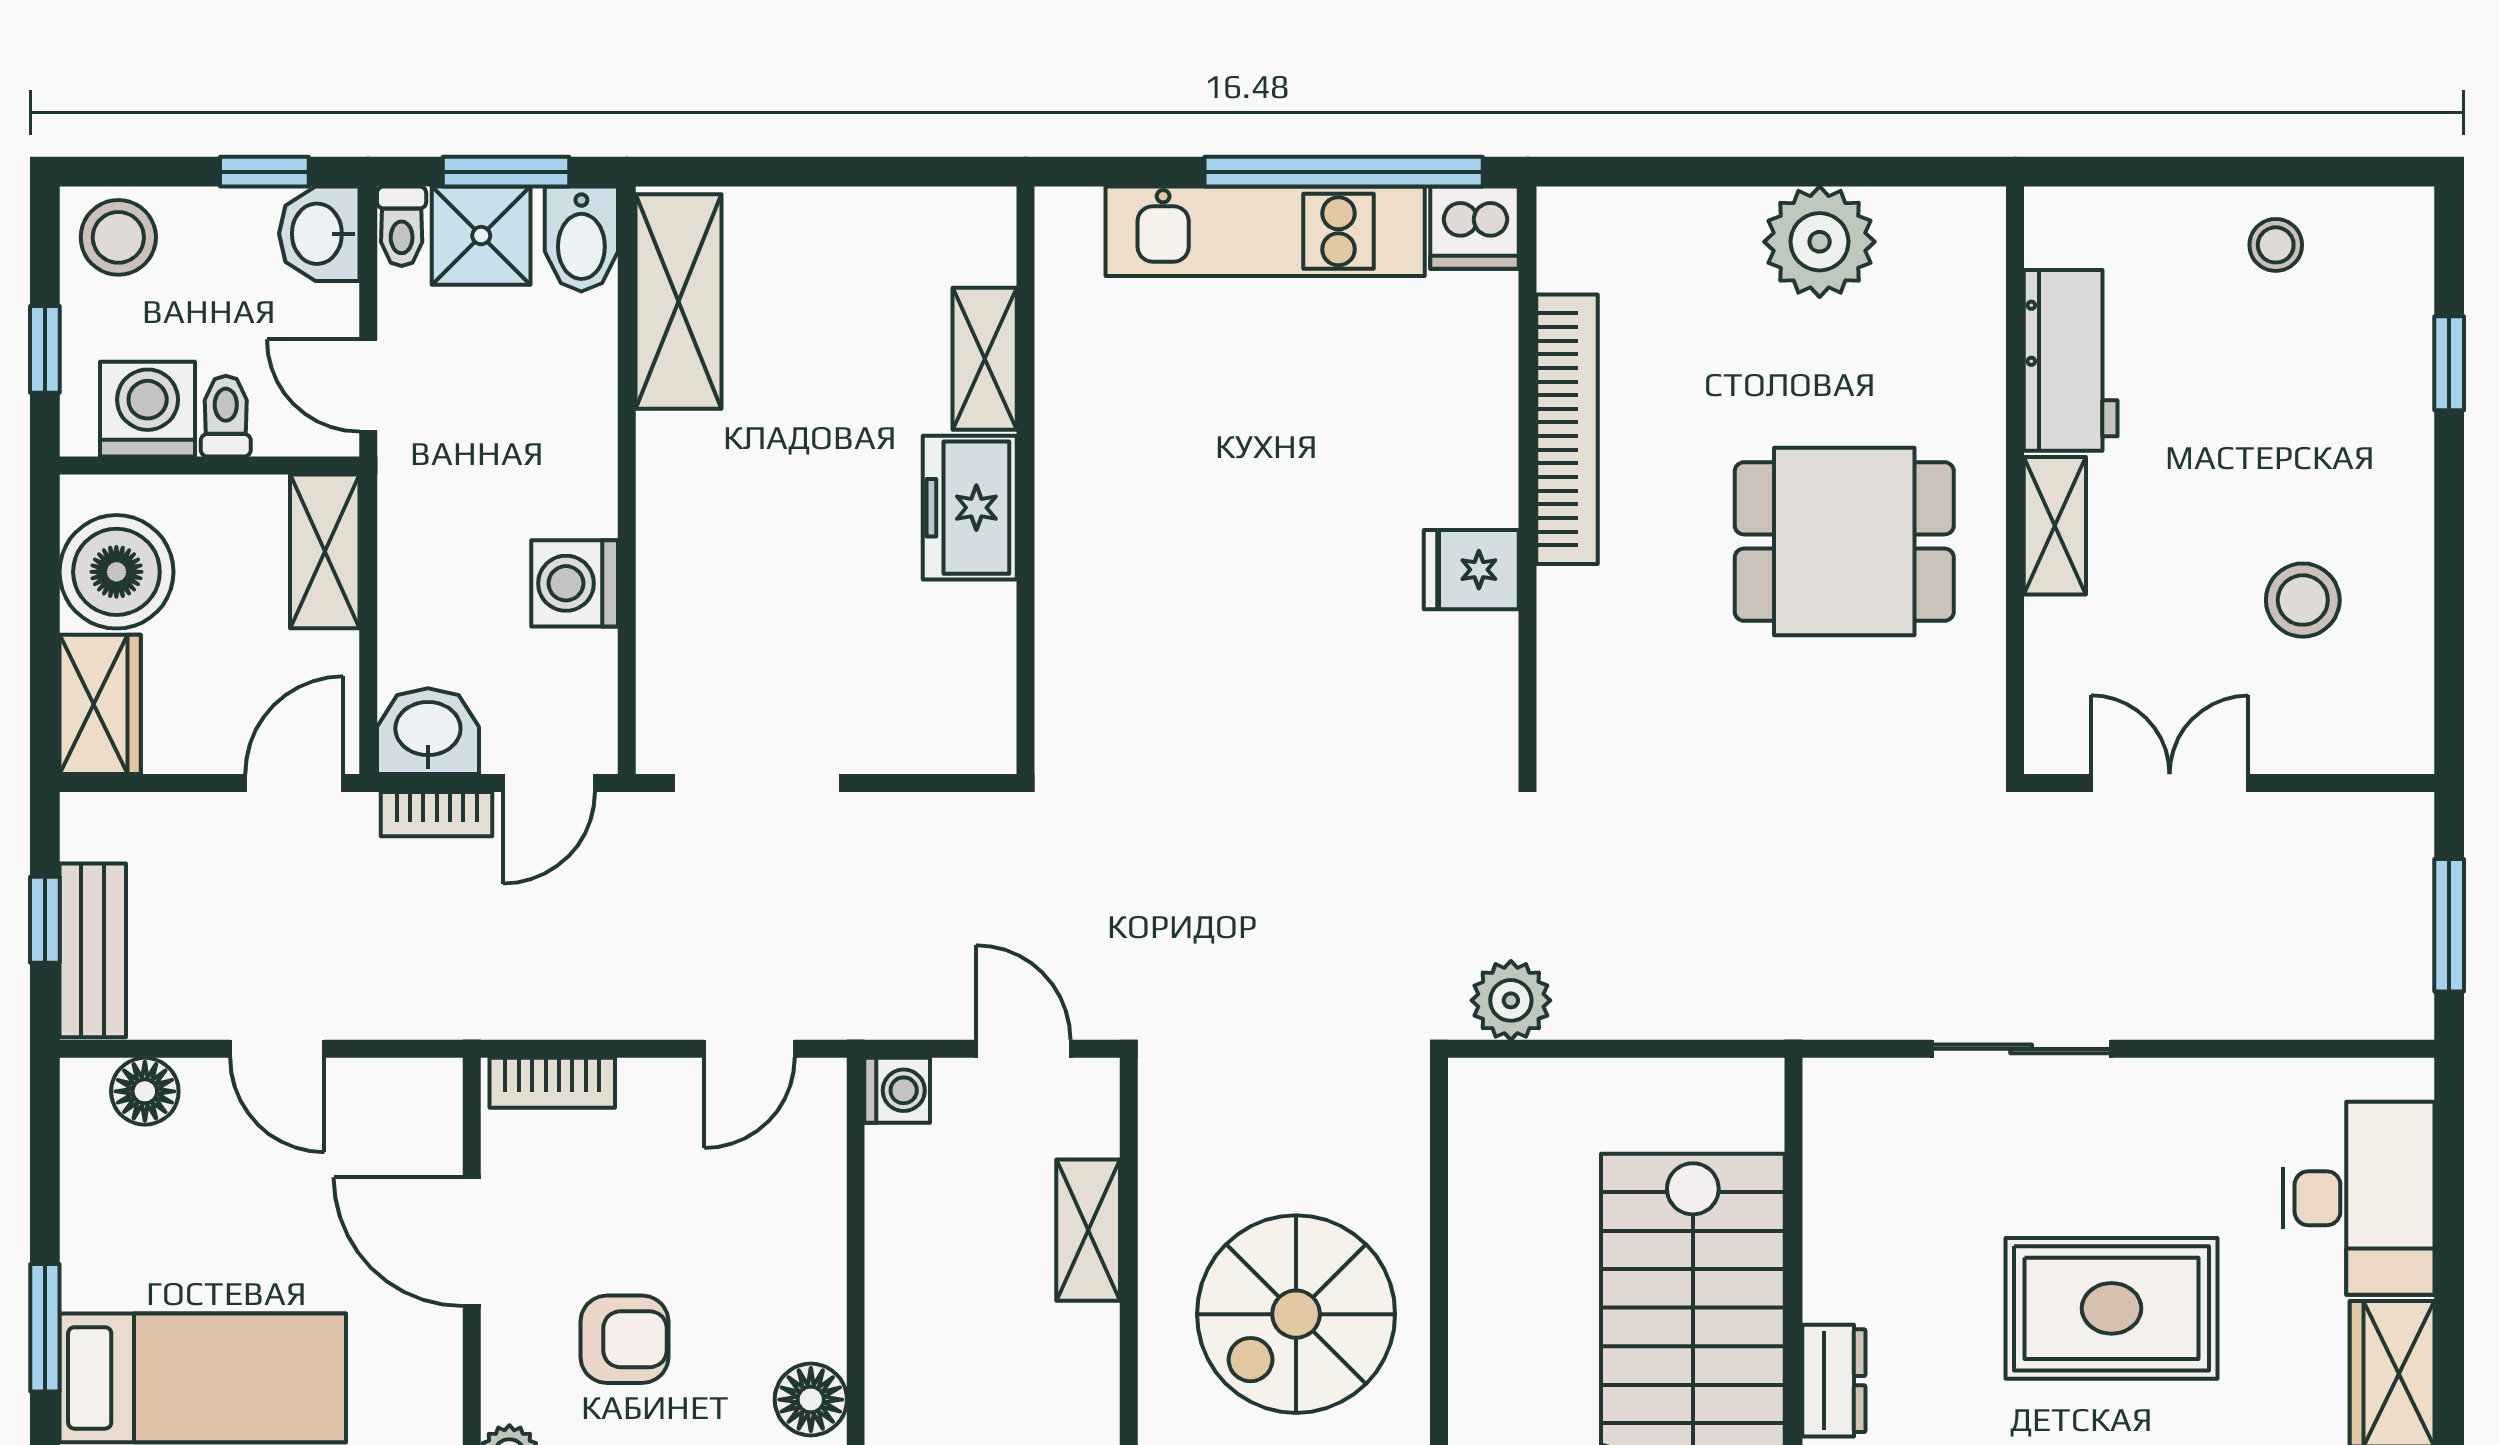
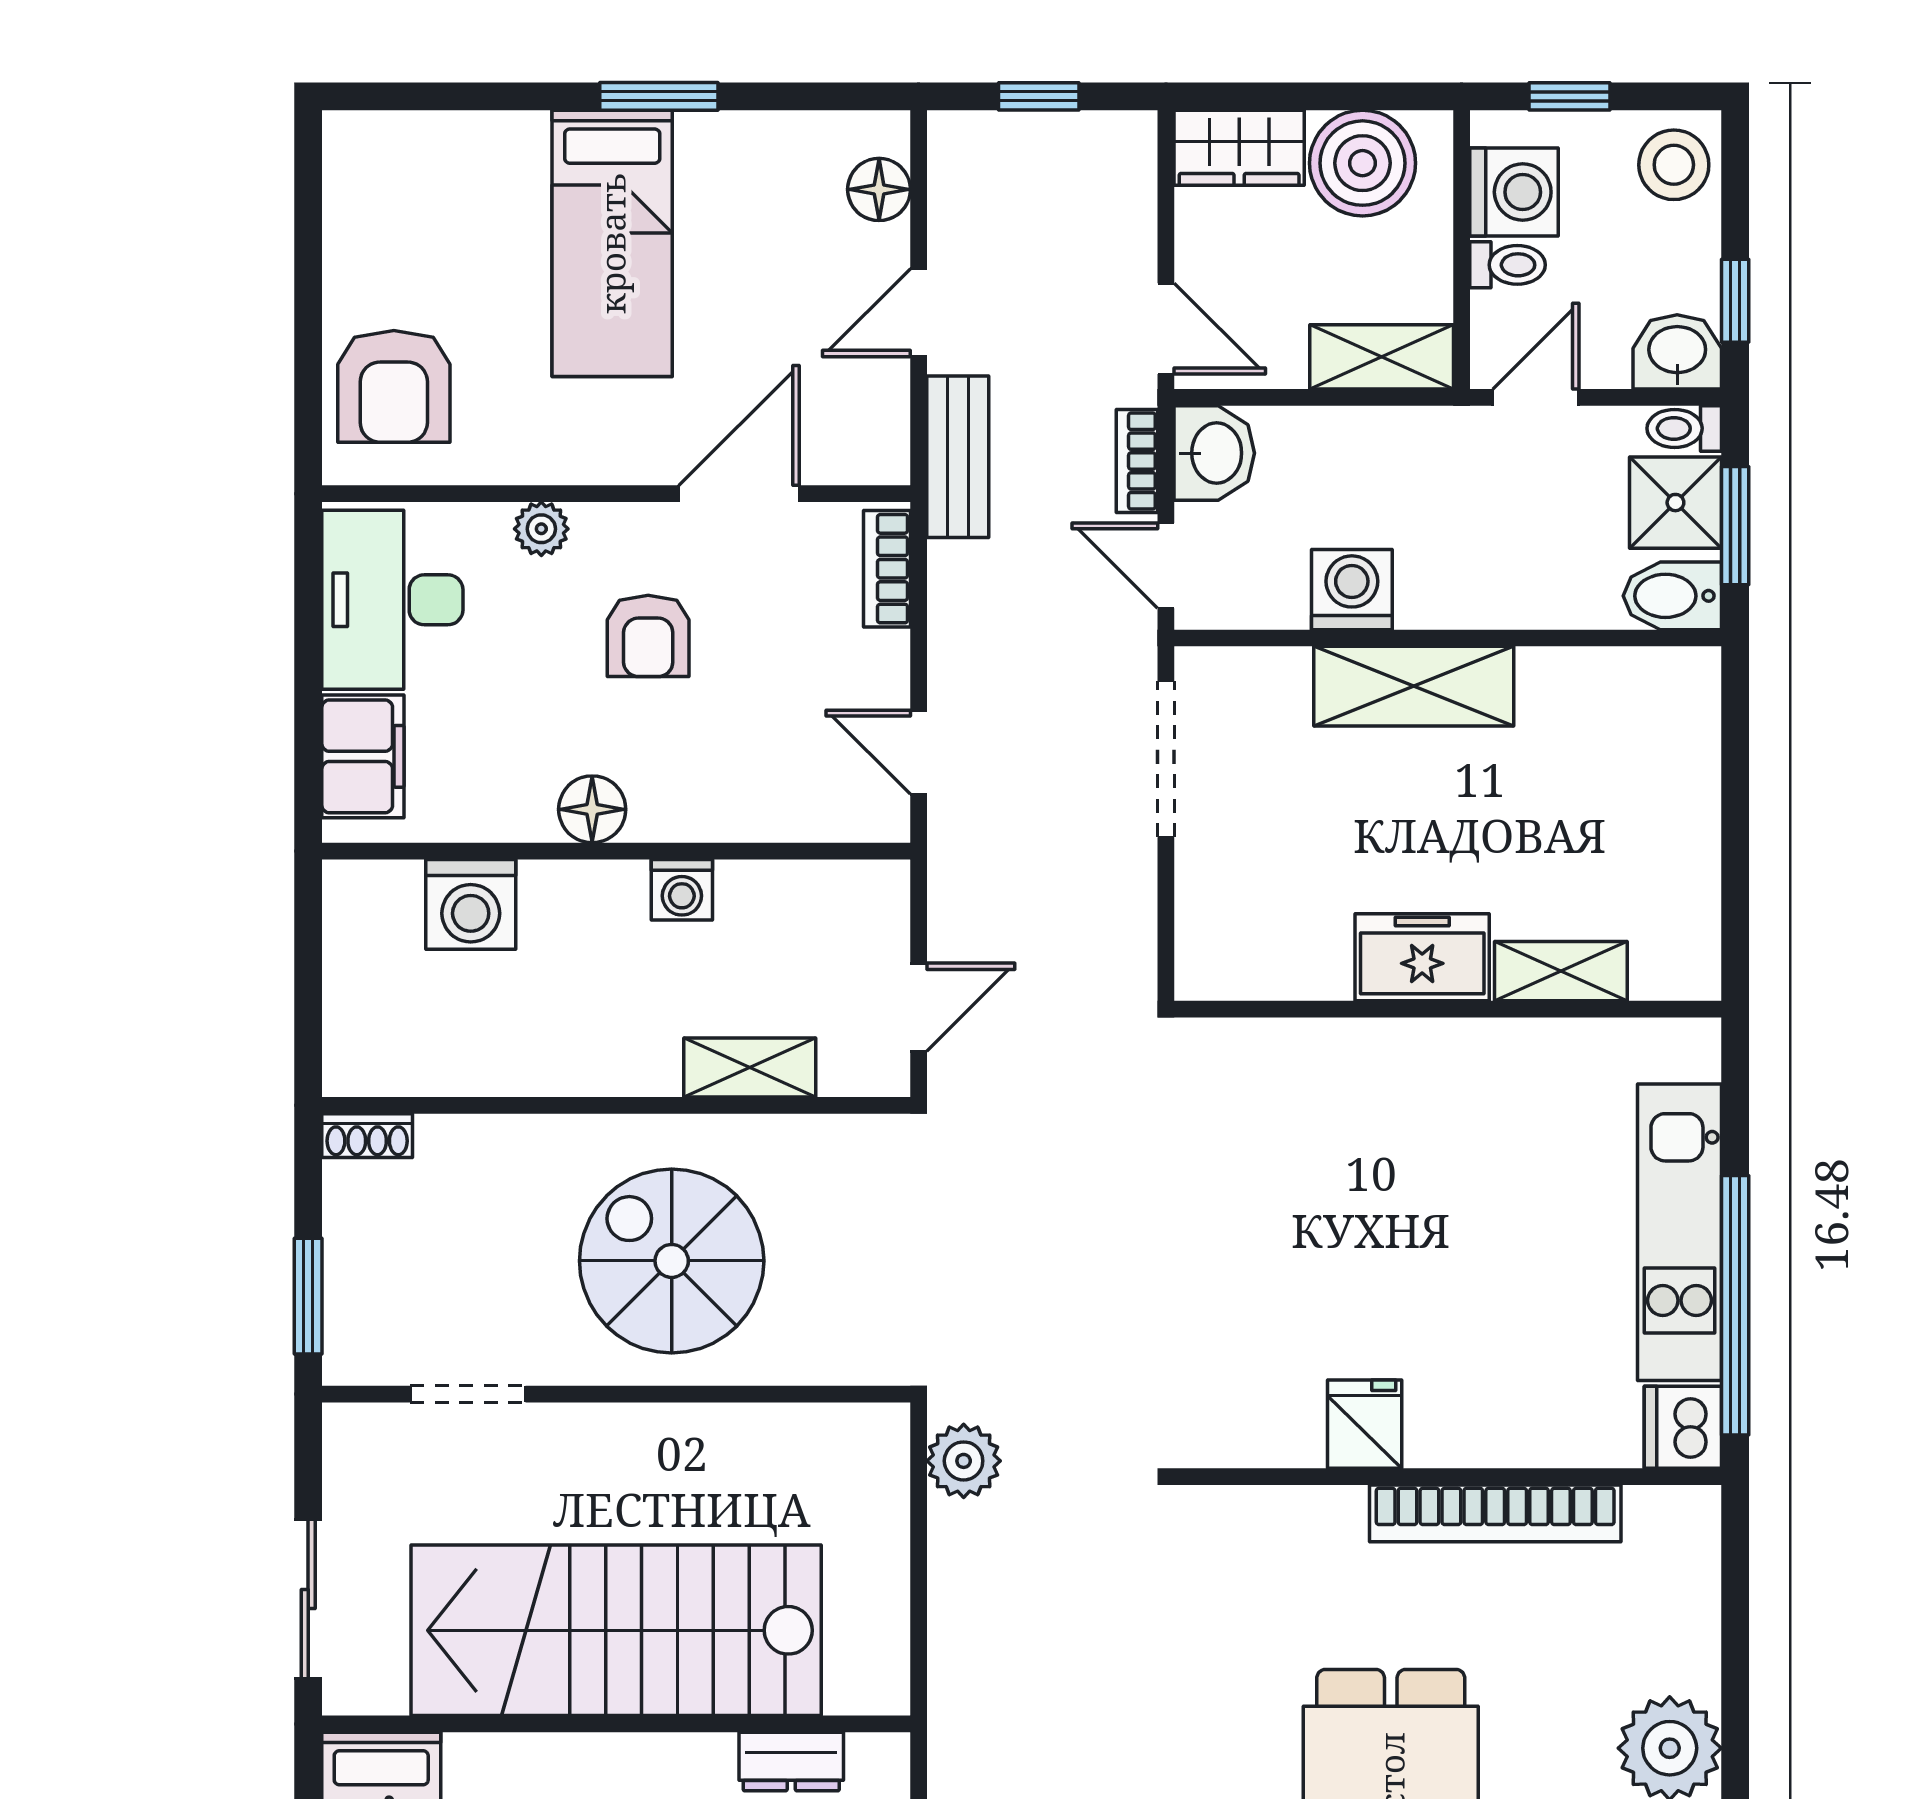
shelving: (678, 302) -> (1414, 686), moved
bench: (93, 950) -> (958, 457), moved, turned 90
washing machine: (897, 1090) -> (682, 890), moved
dresser: (1834, 1381) -> (791, 1762), moved

